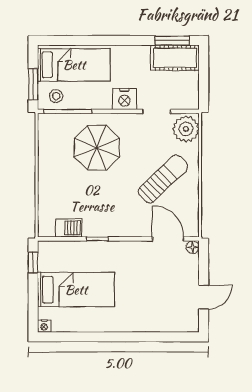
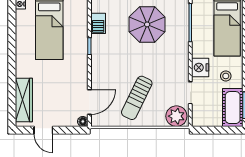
stool: (56, 96) -> (226, 76), moved
parasol: (97, 148) -> (147, 24), moved
sun lounger: (163, 179) -> (137, 98), turned 70
wardrobe: (166, 322) -> (24, 100), added

